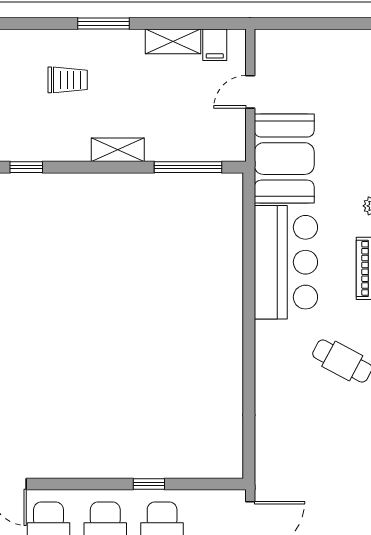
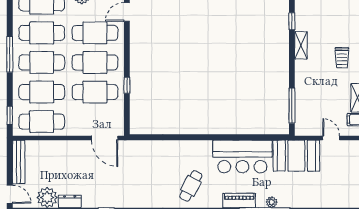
trolley: (68, 80) -> (342, 58), moved
shelving: (118, 150) -> (301, 45), moved

